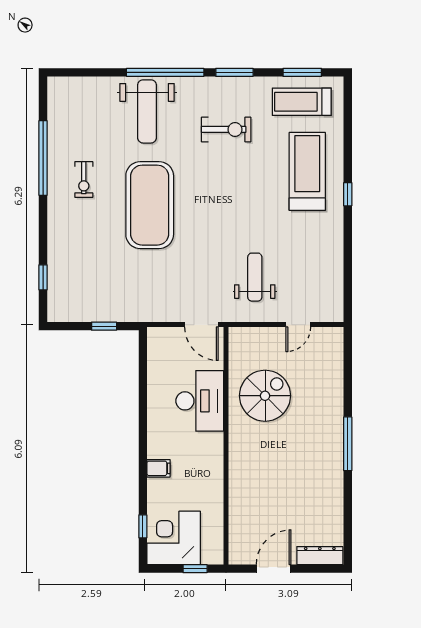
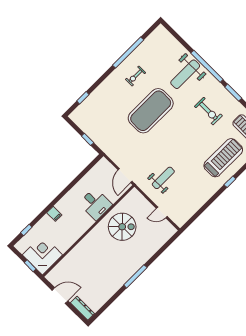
desk: (200, 401) -> (95, 204), width x0.73
corner desk: (174, 538) -> (42, 255), moved

